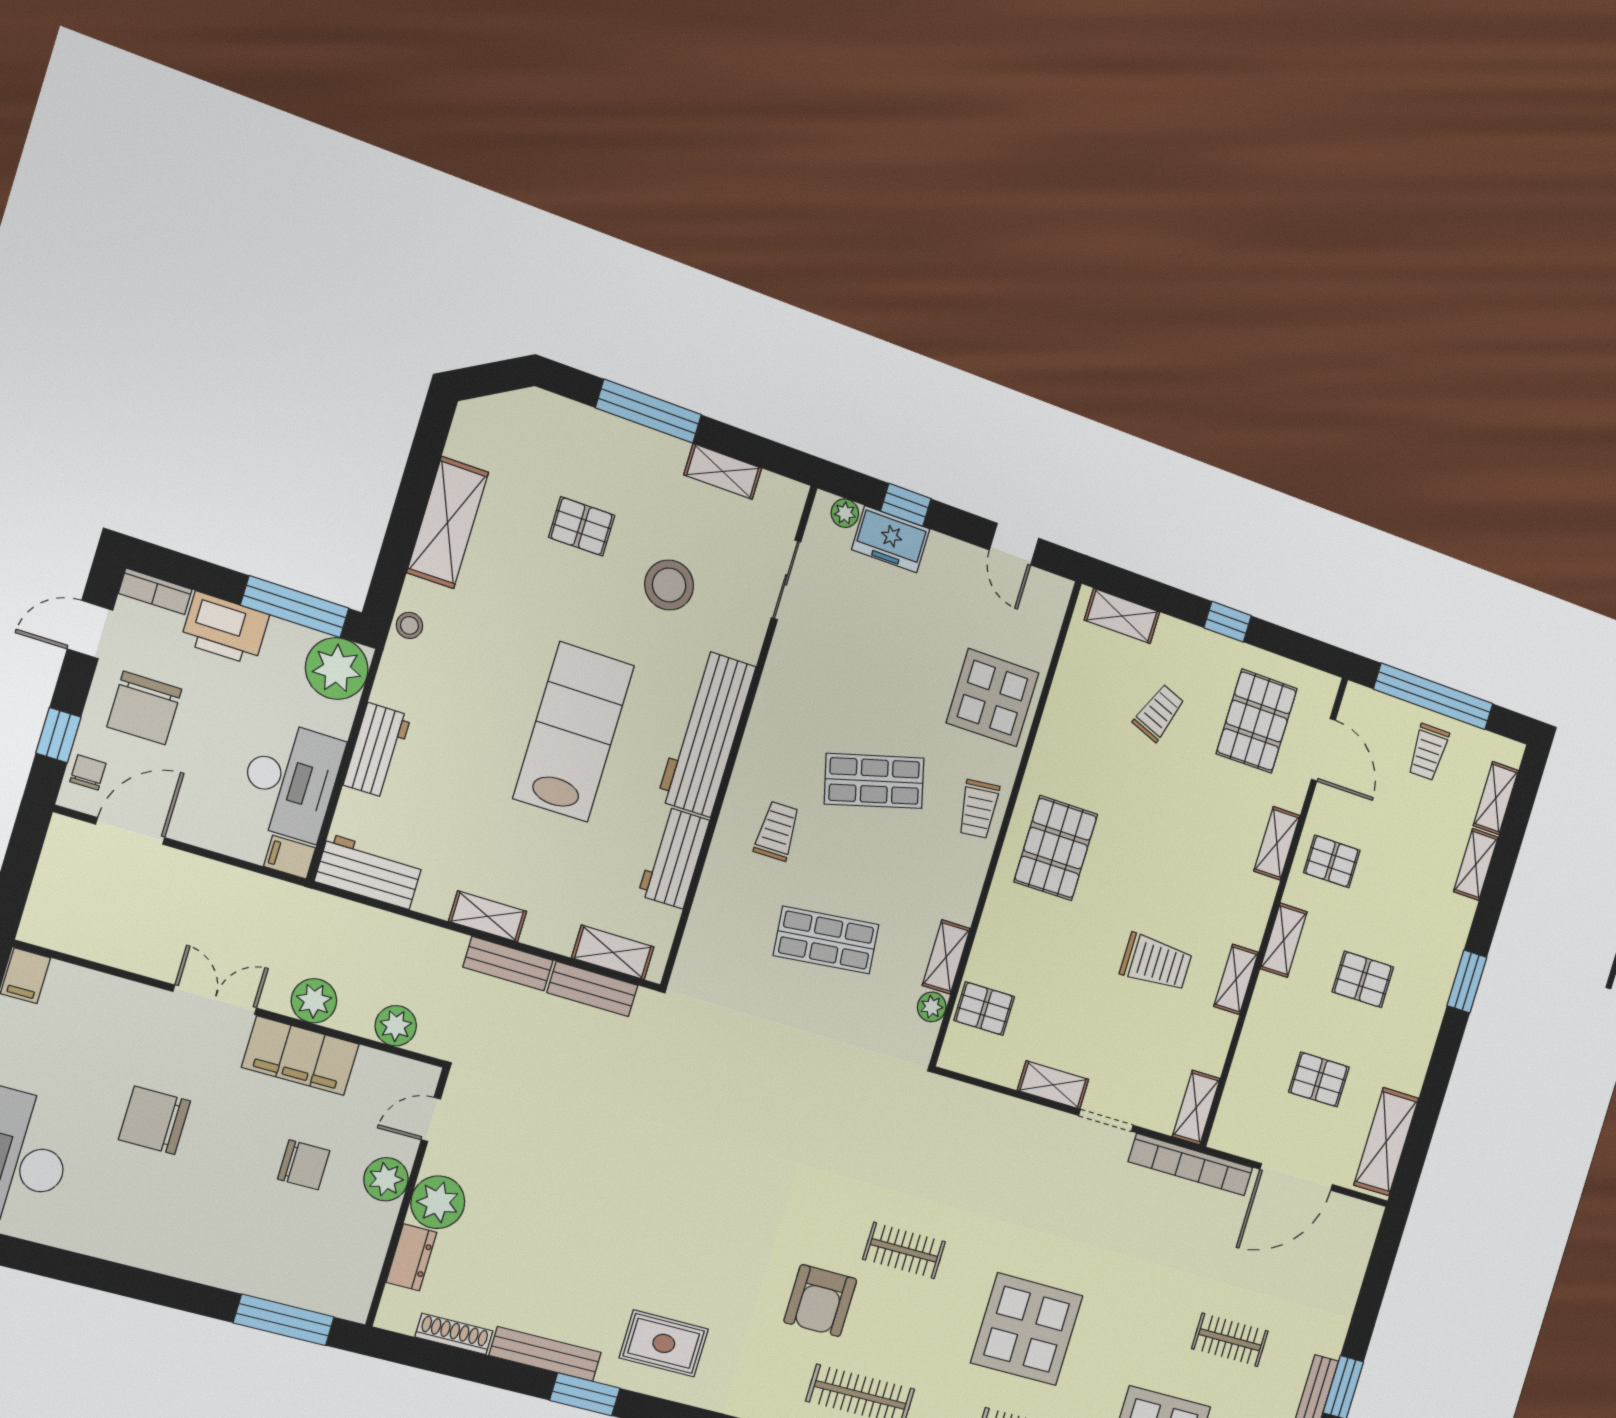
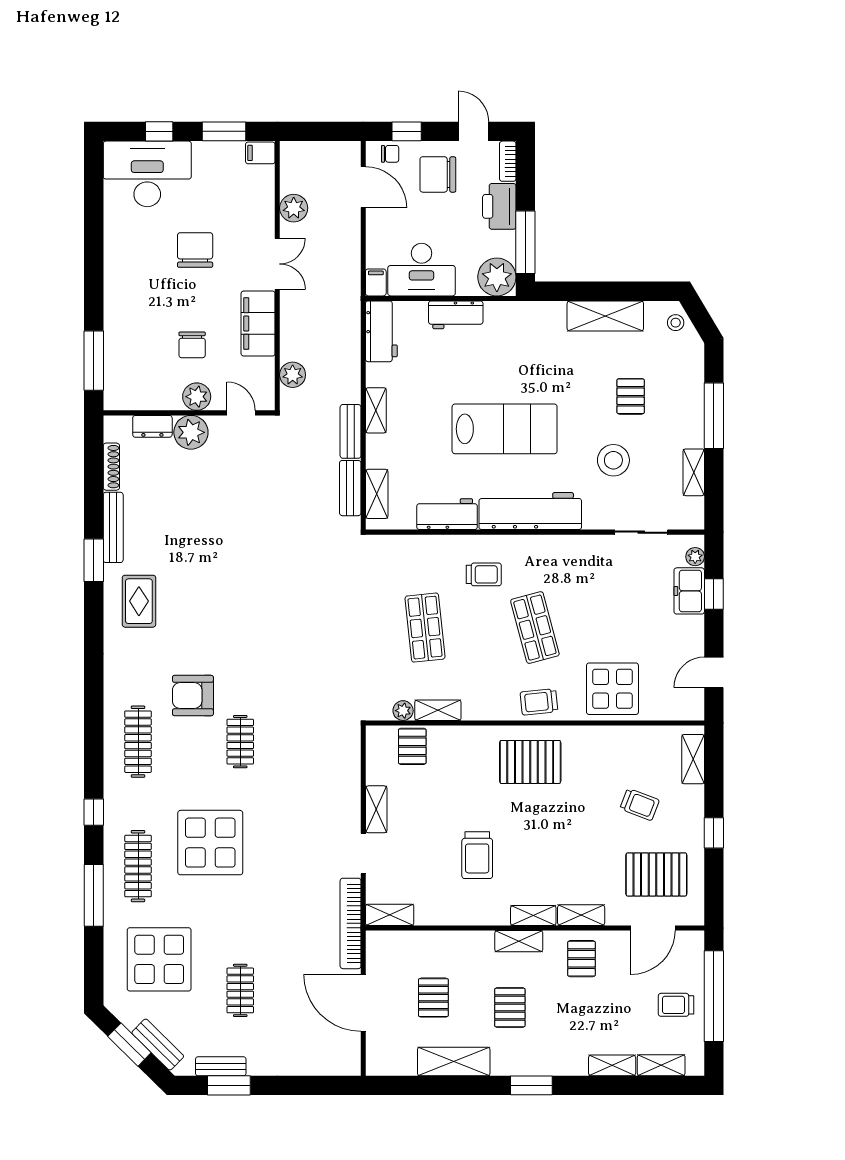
stool: (409, 625) -> (676, 323), moved
shelving: (1236, 979) -> (533, 916), moved
plant: (314, 1001) -> (294, 208), moved
shelving: (1386, 1142) -> (454, 1061), moved

